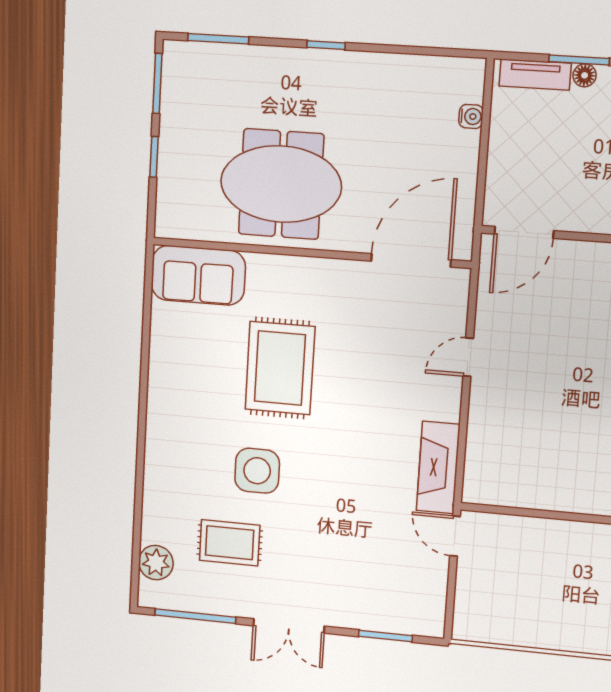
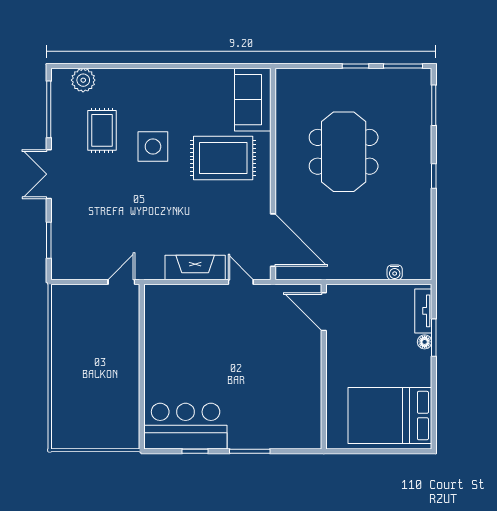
wall: (311, 253) -> (273, 174), moved
door: (411, 260) -> (273, 240), moved
sofa: (198, 275) -> (253, 100), moved
fireplace: (438, 467) -> (195, 267), moved

